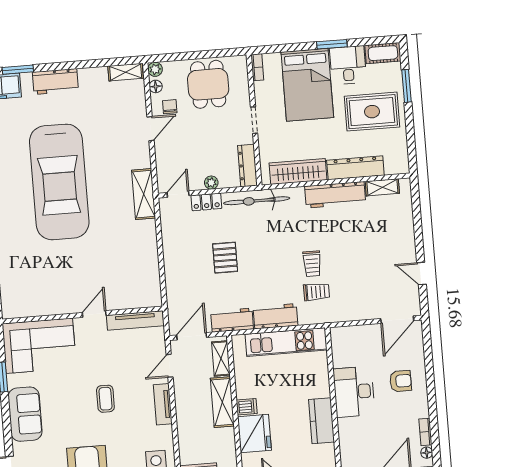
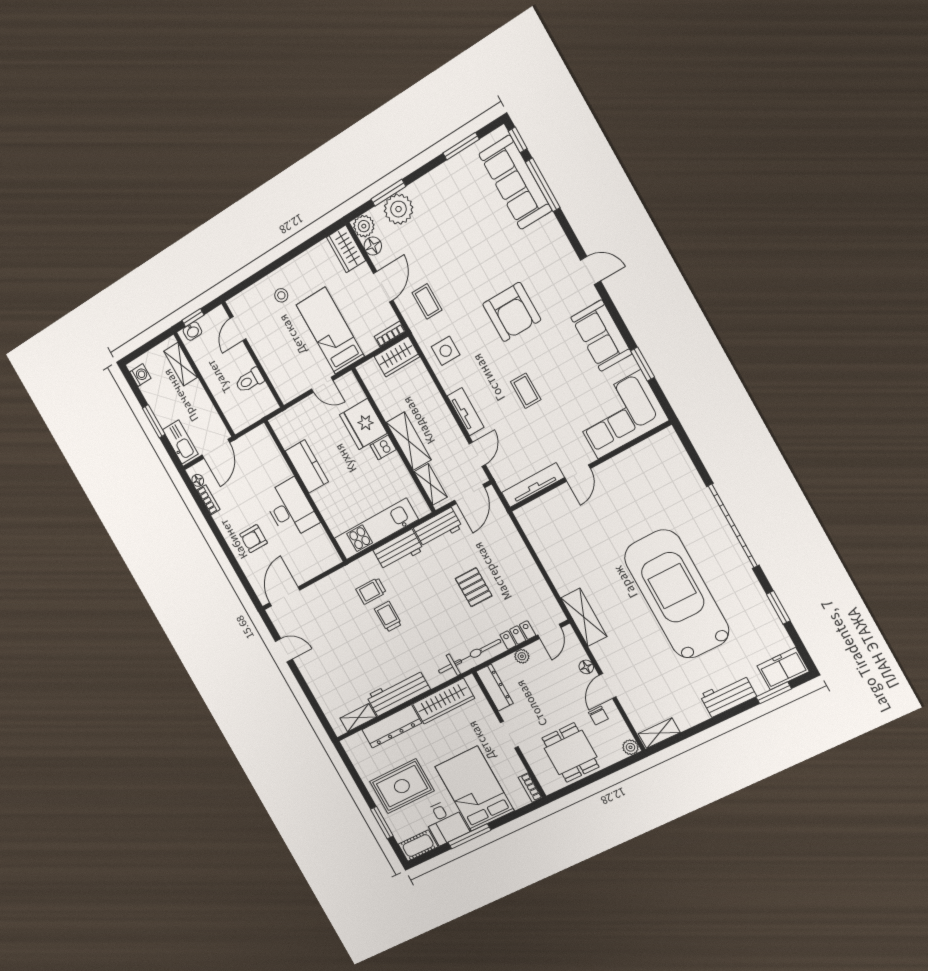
window: (332, 44) -> (469, 836), width x1.44
floor lamp: (156, 86) -> (586, 667), moved

